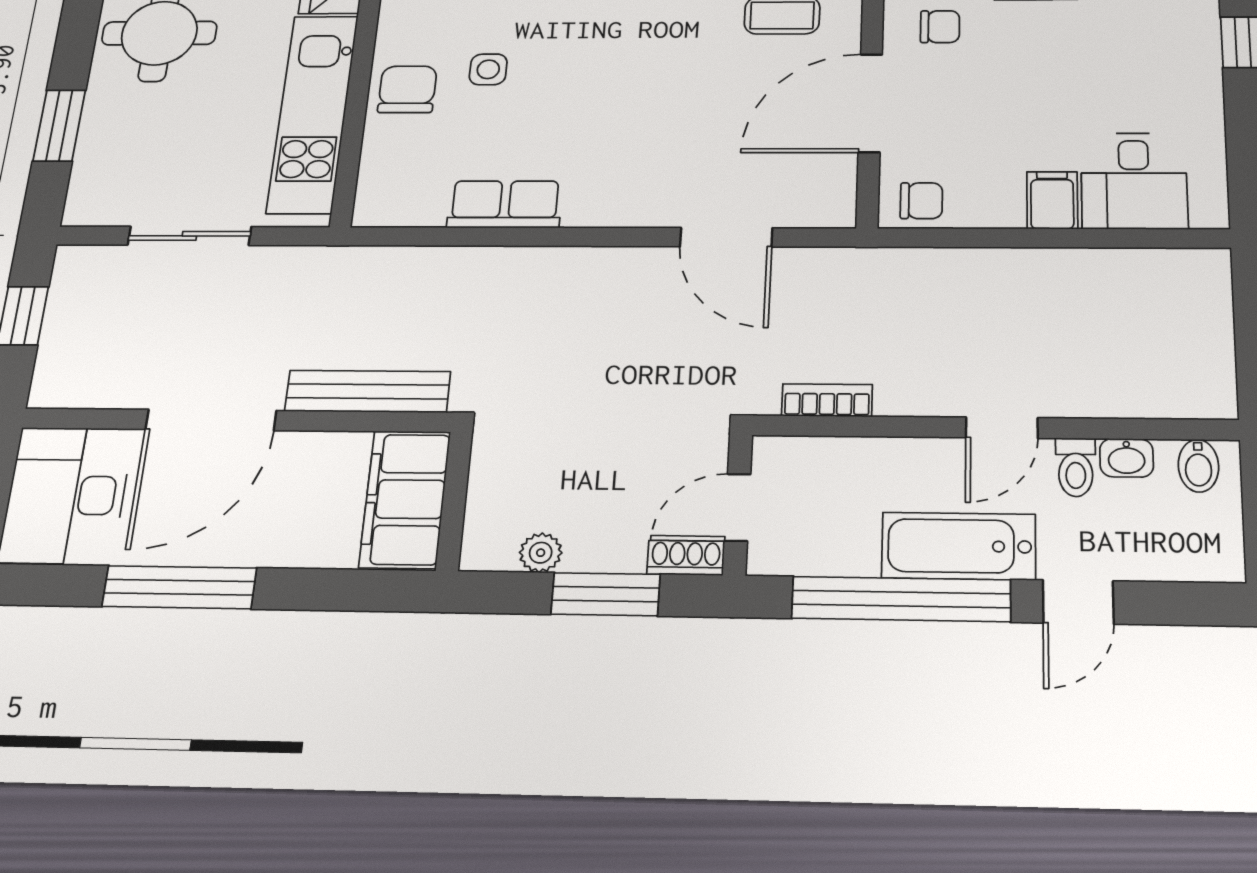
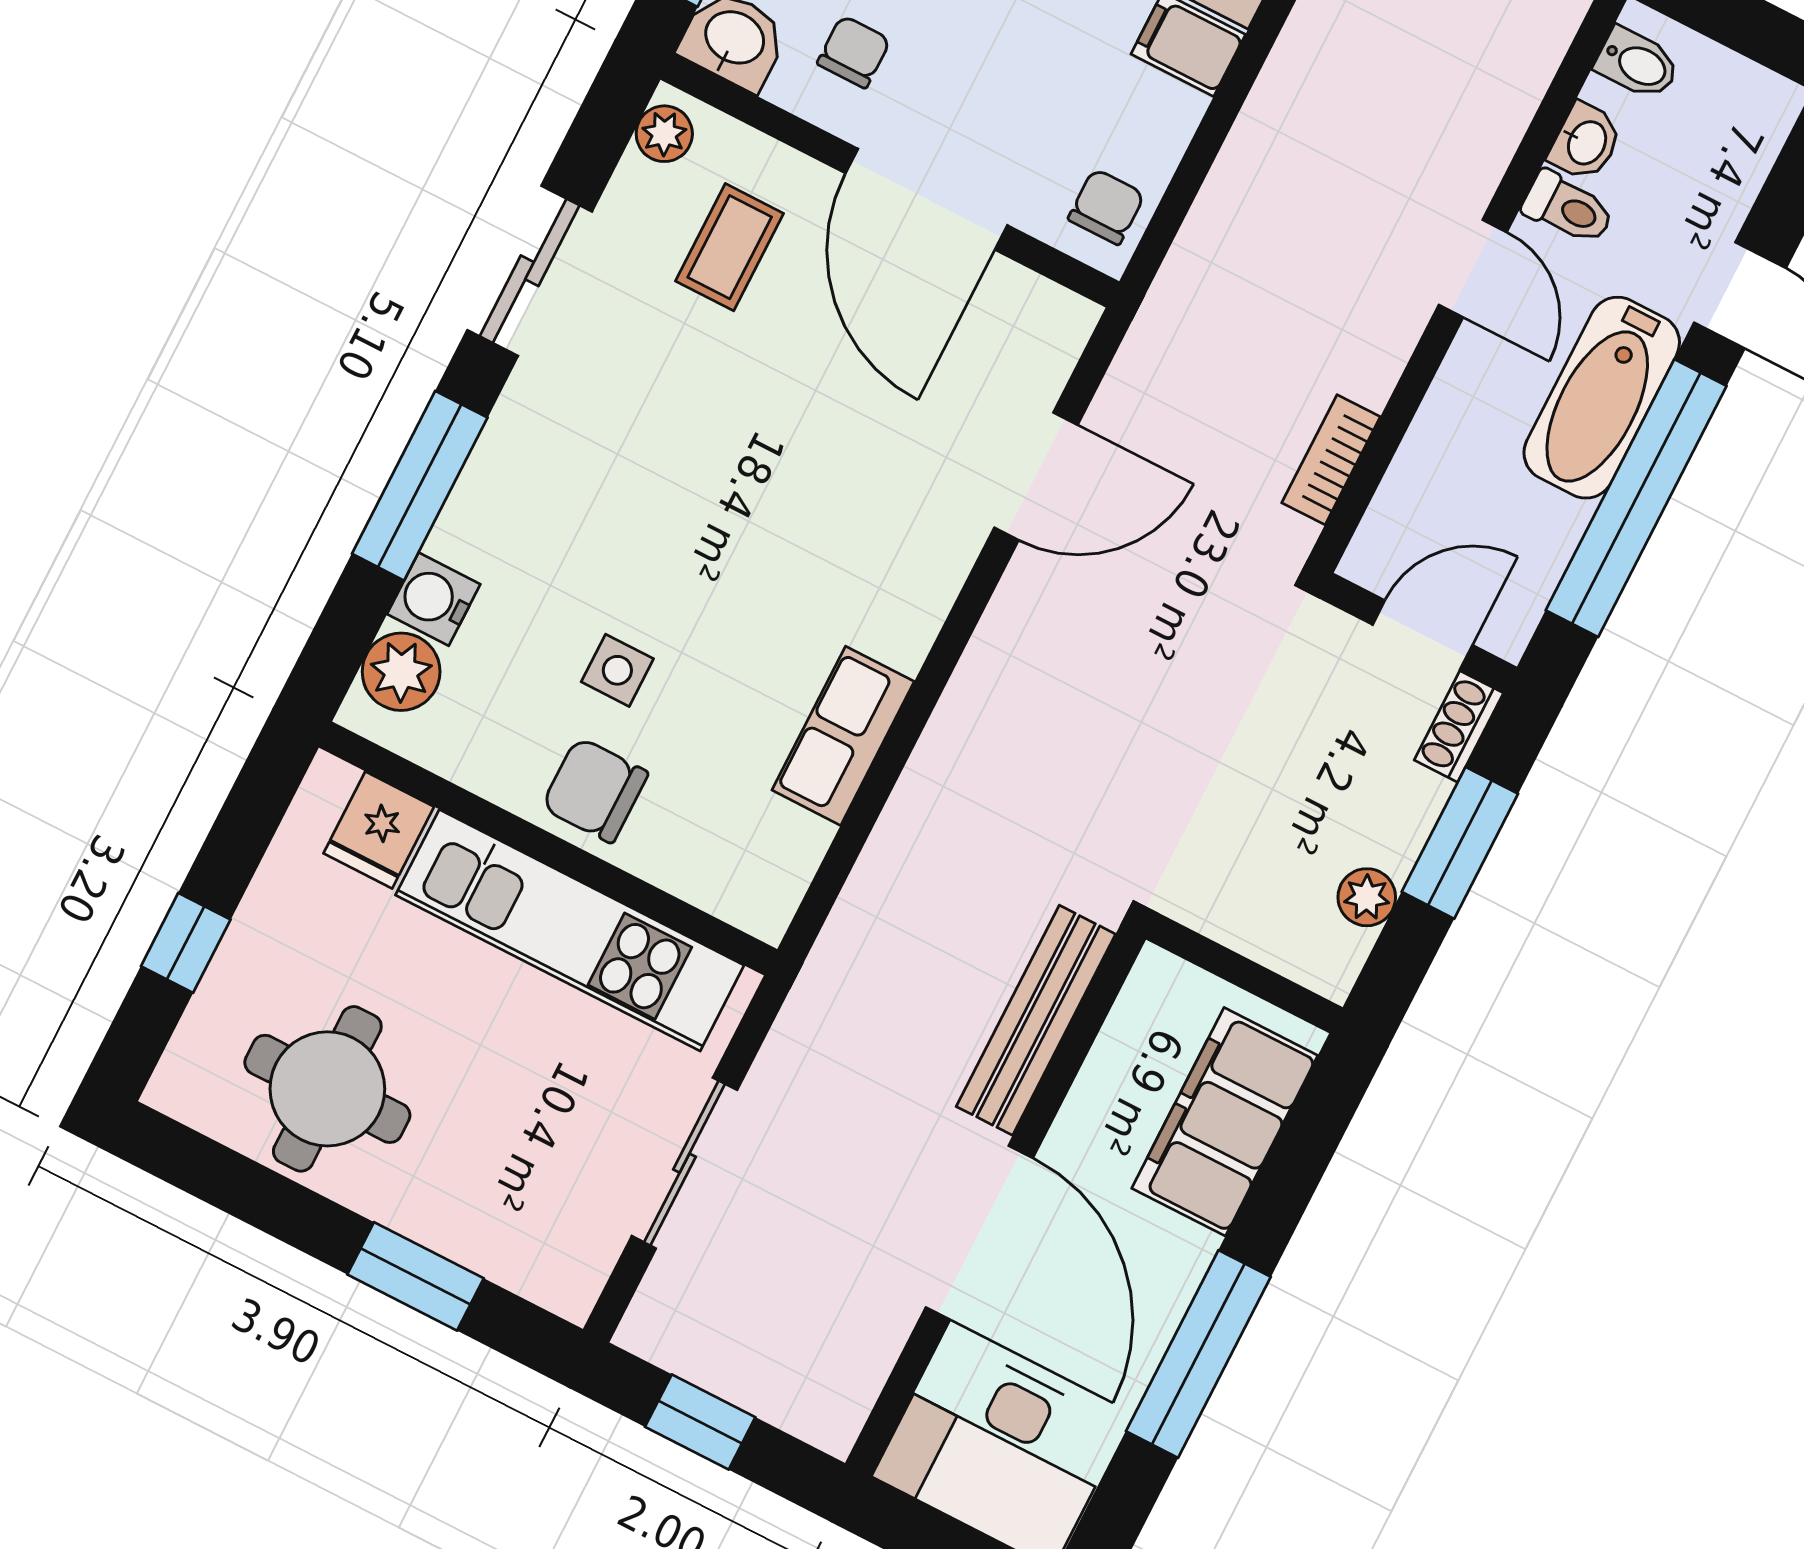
filing cabinet: (405, 499) -> (1225, 1122), moved, turned 90
door: (737, 507) -> (1423, 635), swing flipped

